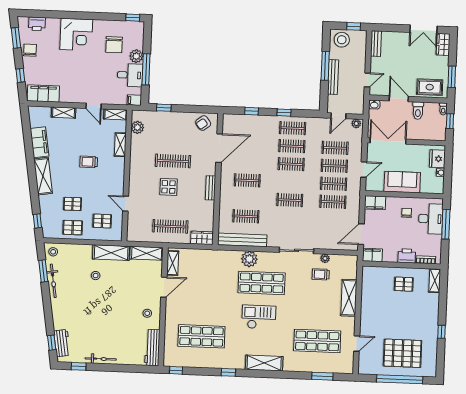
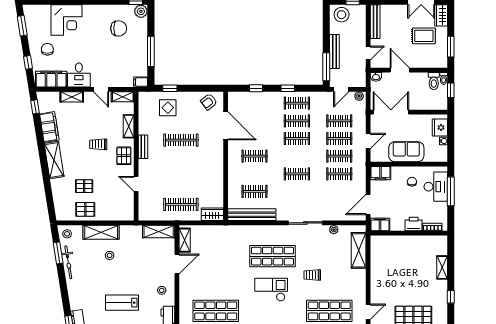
printer: (37, 24) -> (42, 11), removed
corner desk: (76, 35) -> (66, 20), moved
bench: (376, 44) -> (375, 22), width x1.36
chair: (114, 45) -> (119, 28), turned -90
chair: (30, 50) -> (47, 49), moved
plant: (136, 56) -> (141, 11), moved
window: (325, 66) -> (326, 67), moved
desk: (130, 75) -> (79, 75), moved, turned 90
rug: (430, 87) -> (424, 36), moved
toilet: (418, 111) -> (434, 81), moved
plant: (137, 127) -> (145, 109), removed
door: (219, 148) -> (226, 126), hinge flipped
display table: (169, 187) -> (168, 108), moved
bench: (211, 188) -> (143, 147), moved
window: (37, 221) -> (35, 107), moved
pallet: (102, 221) -> (124, 156), moved, turned 90
shelving: (111, 253) -> (101, 232), moved
plant: (249, 259) -> (260, 233), removed
trolley: (321, 274) -> (312, 275), moved
shelving: (435, 281) -> (442, 267), moved
pallet: (404, 284) -> (412, 252), removed
shelving: (349, 298) -> (359, 250), moved
lab bench: (106, 324) -> (122, 303), added

